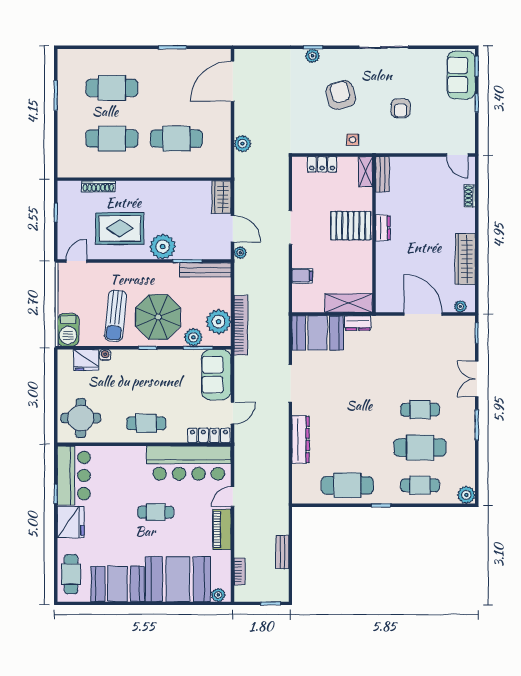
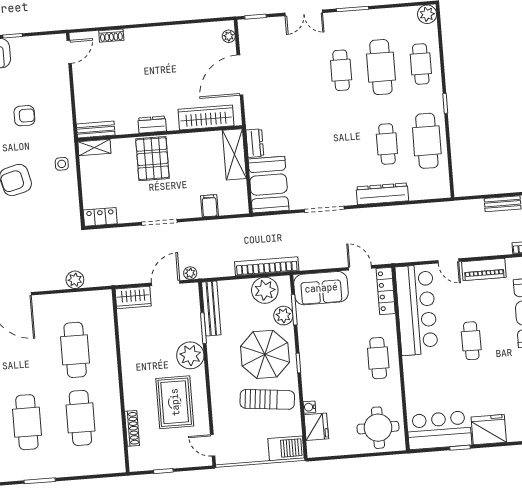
locker: (322, 164) -> (100, 217), moved, turned -90
wardrobe: (465, 259) -> (206, 118), moved, turned 180
cafe table: (347, 447) -> (387, 144), added

